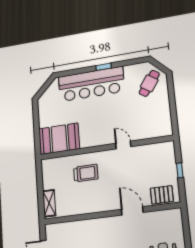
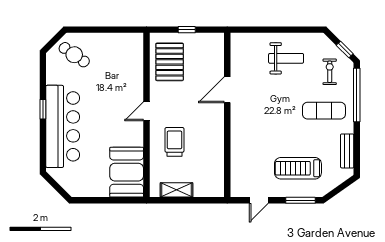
door: (123, 145) -> (146, 111), moved
pallet: (162, 195) -> (170, 62), moved, width x1.50, depth x1.42
shelving: (49, 203) -> (176, 190), moved

